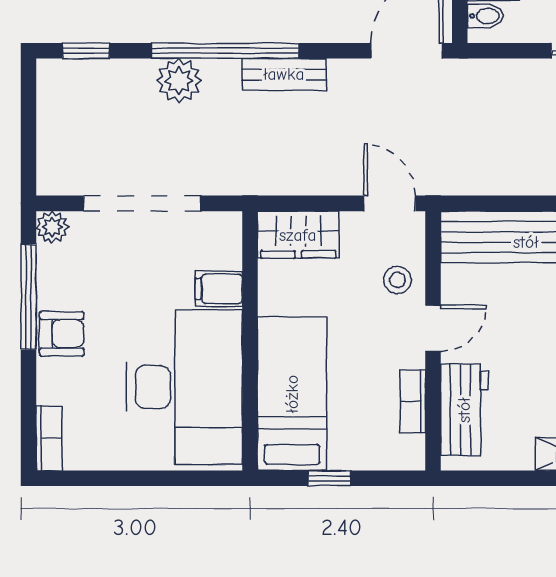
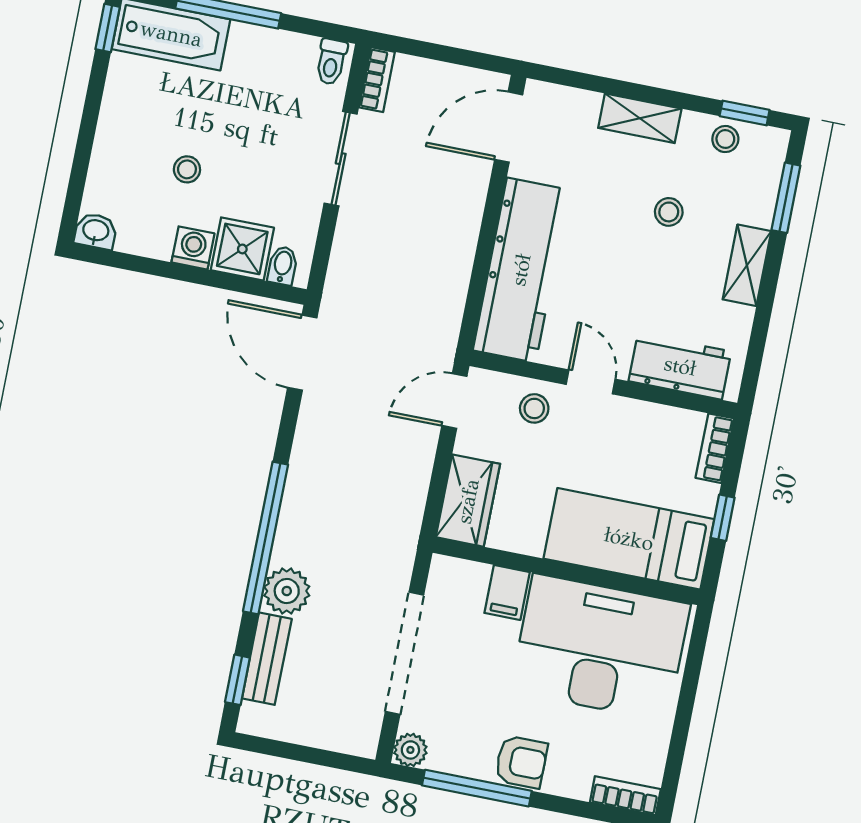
bench: (284, 74) -> (267, 659), moved
armchair: (62, 334) -> (521, 762), turned 90
bookcase: (413, 401) -> (715, 448), moved, turned 90

